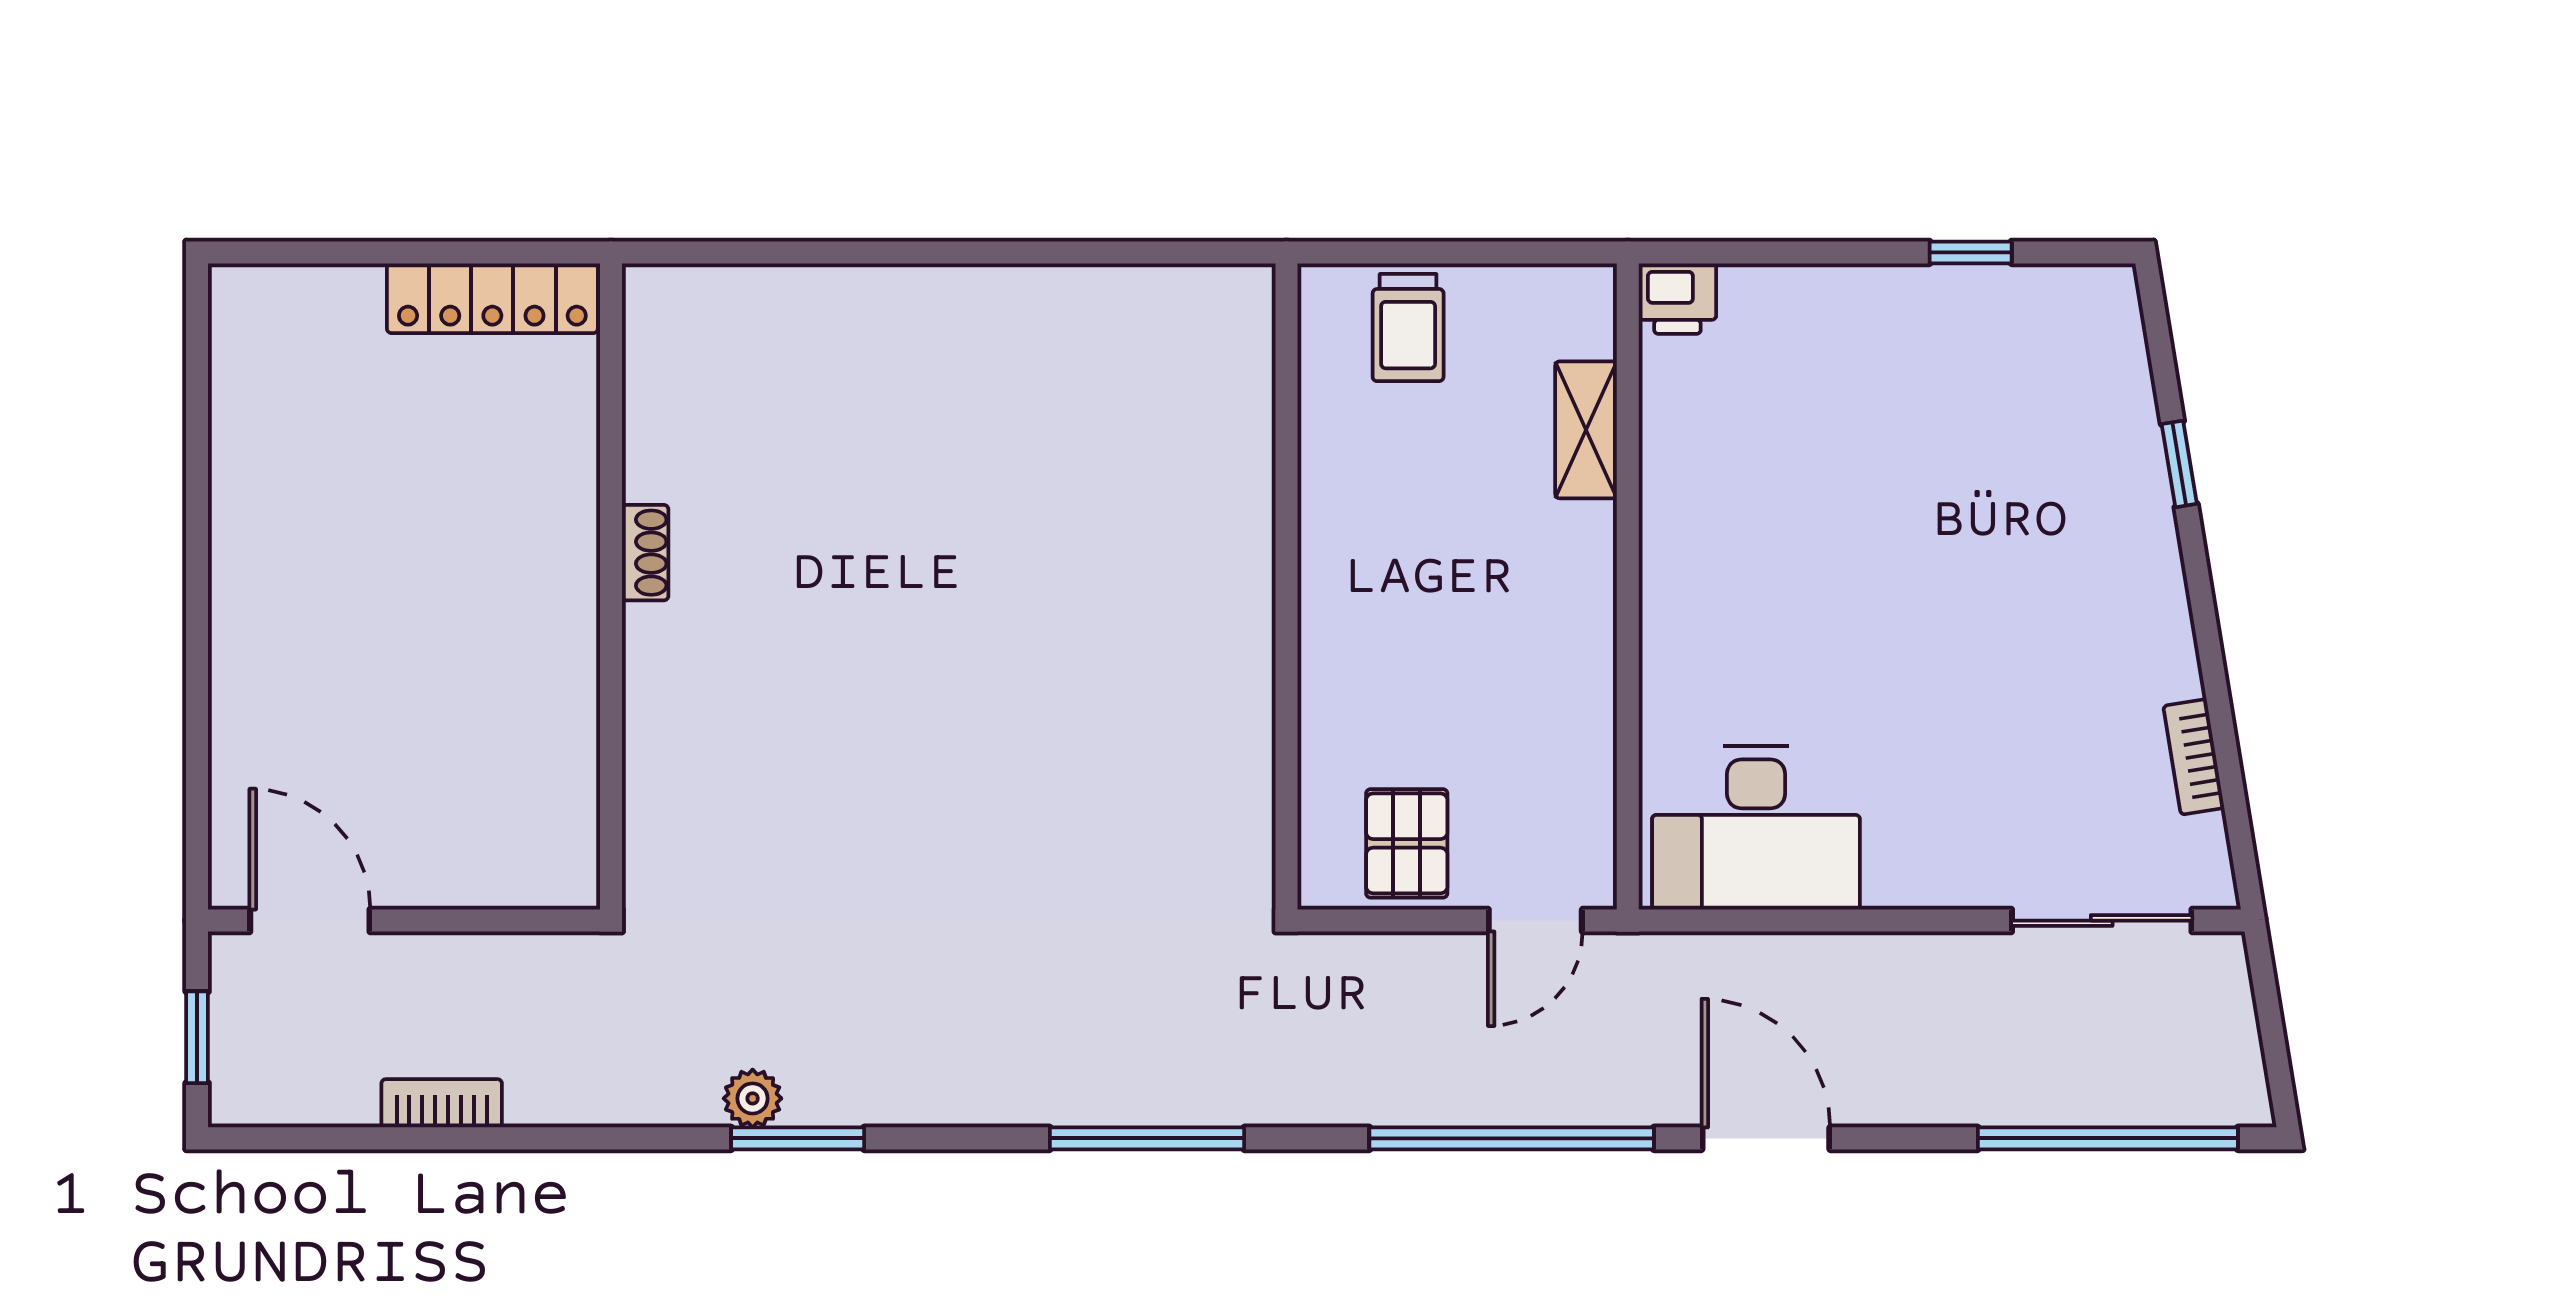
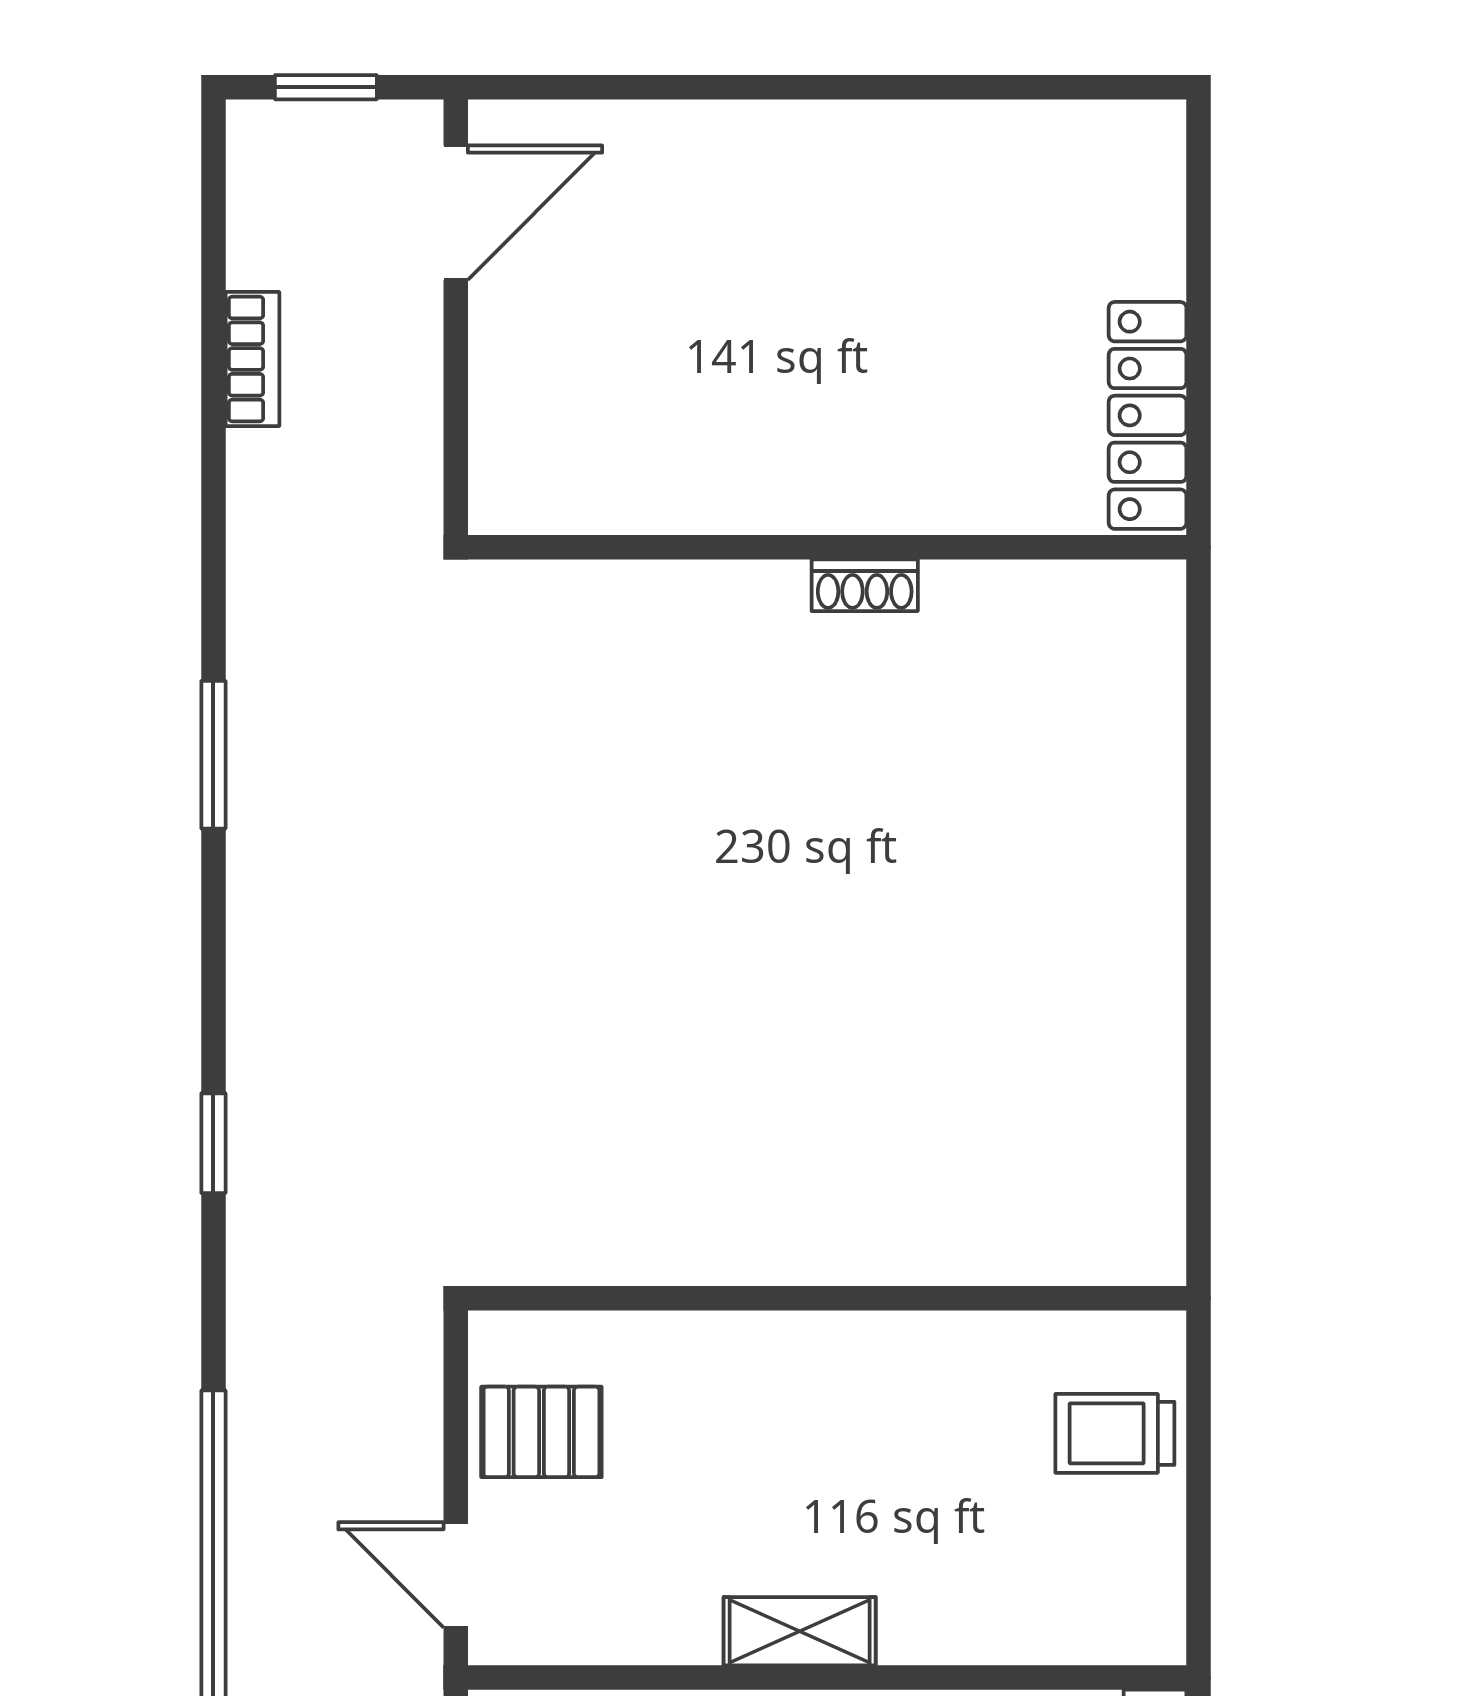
shelving: (1586, 430) -> (800, 1631), moved
plant: (753, 1098) -> (258, 705), removed
window: (1147, 1138) -> (213, 1143), width x0.46

